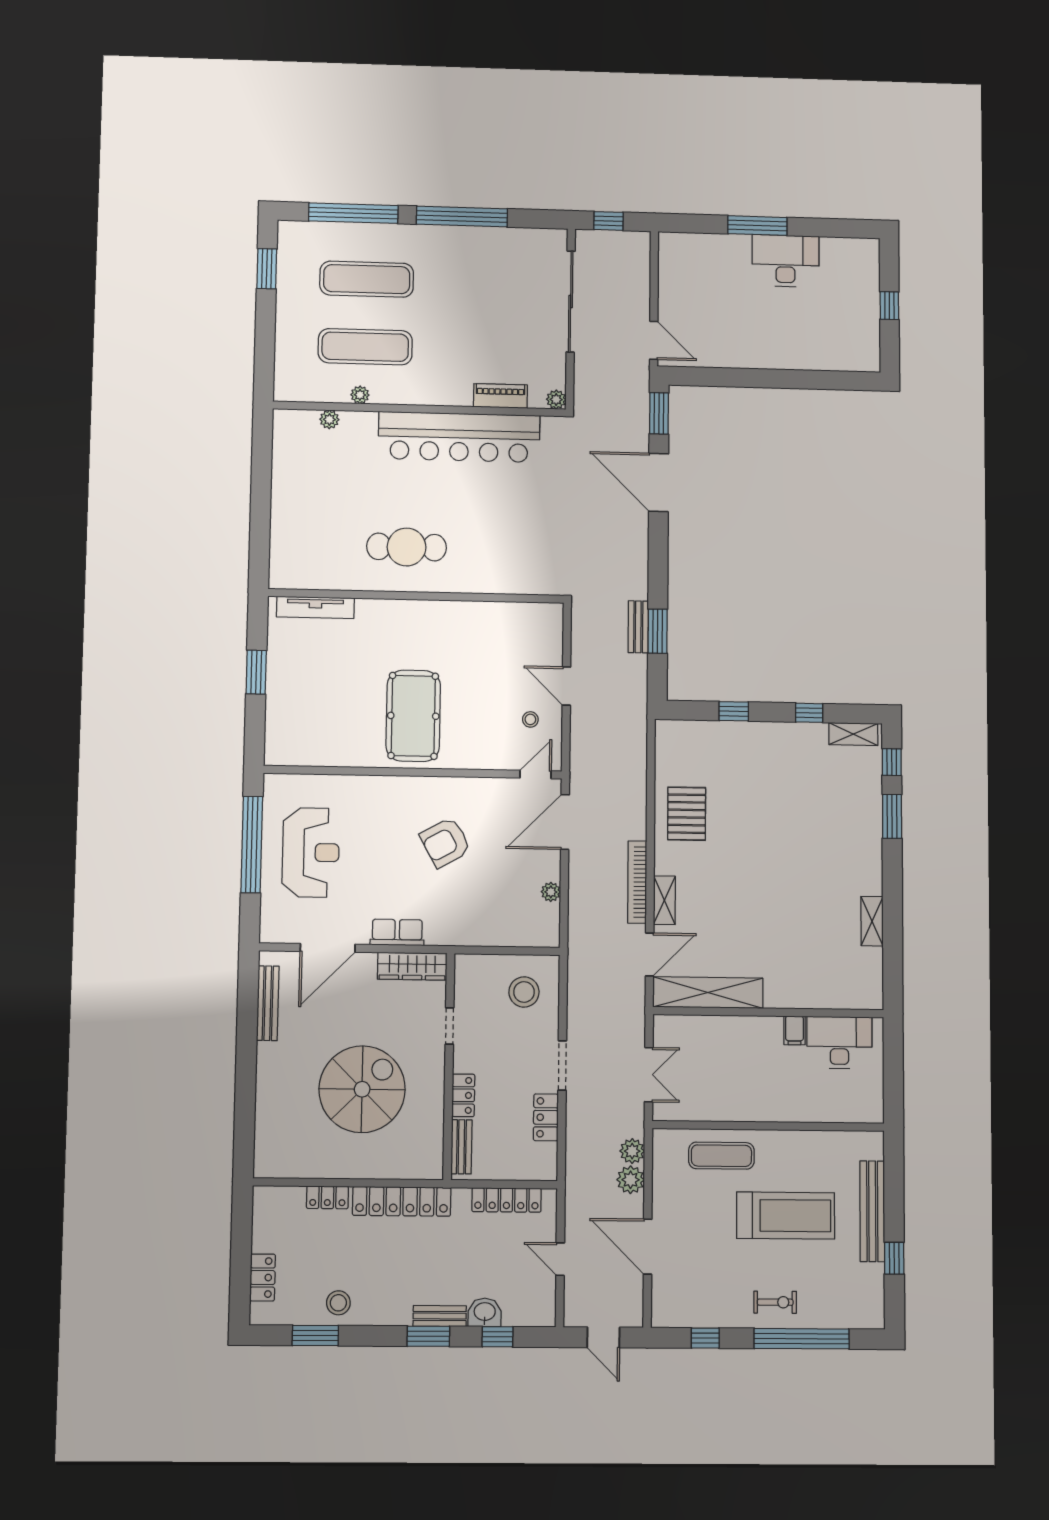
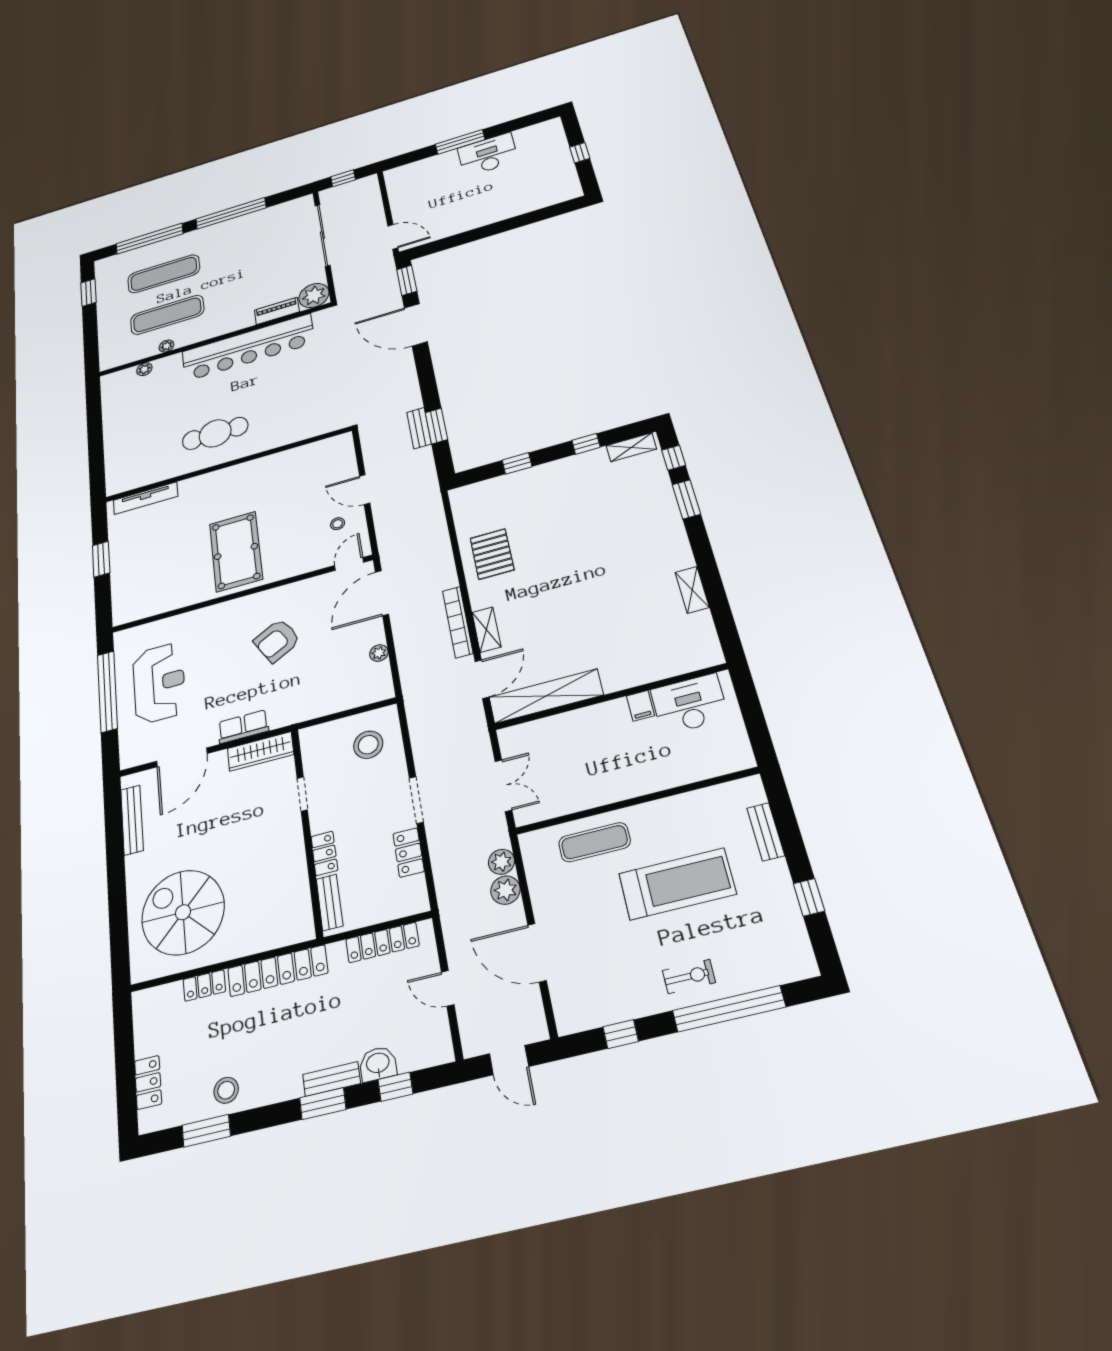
plant: (556, 399) -> (314, 296), width x1.88, depth x1.88
spiral stairs: (362, 1089) -> (183, 912), moved, turned -90
bench: (872, 1211) -> (766, 832), width x0.54, depth x0.82

